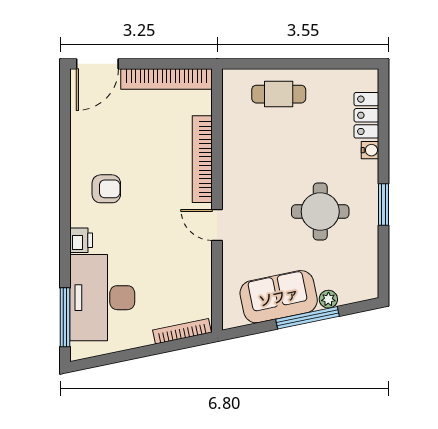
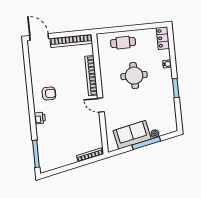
door: (97, 64) -> (39, 37), swing flipped
locker: (366, 115) -> (163, 38), moved
round table: (320, 212) -> (134, 76), moved
desk: (102, 298) -> (52, 143), removed

